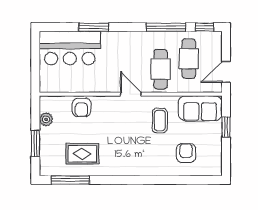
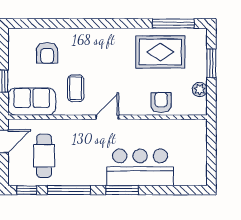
window: (94, 27) -> (122, 190), moved
bar counter: (70, 48) -> (140, 167), moved
cafe table: (161, 69) -> (75, 144), removed
door: (131, 94) -> (107, 117), swing flipped
rug: (82, 154) -> (160, 52), width x1.36, depth x1.43

